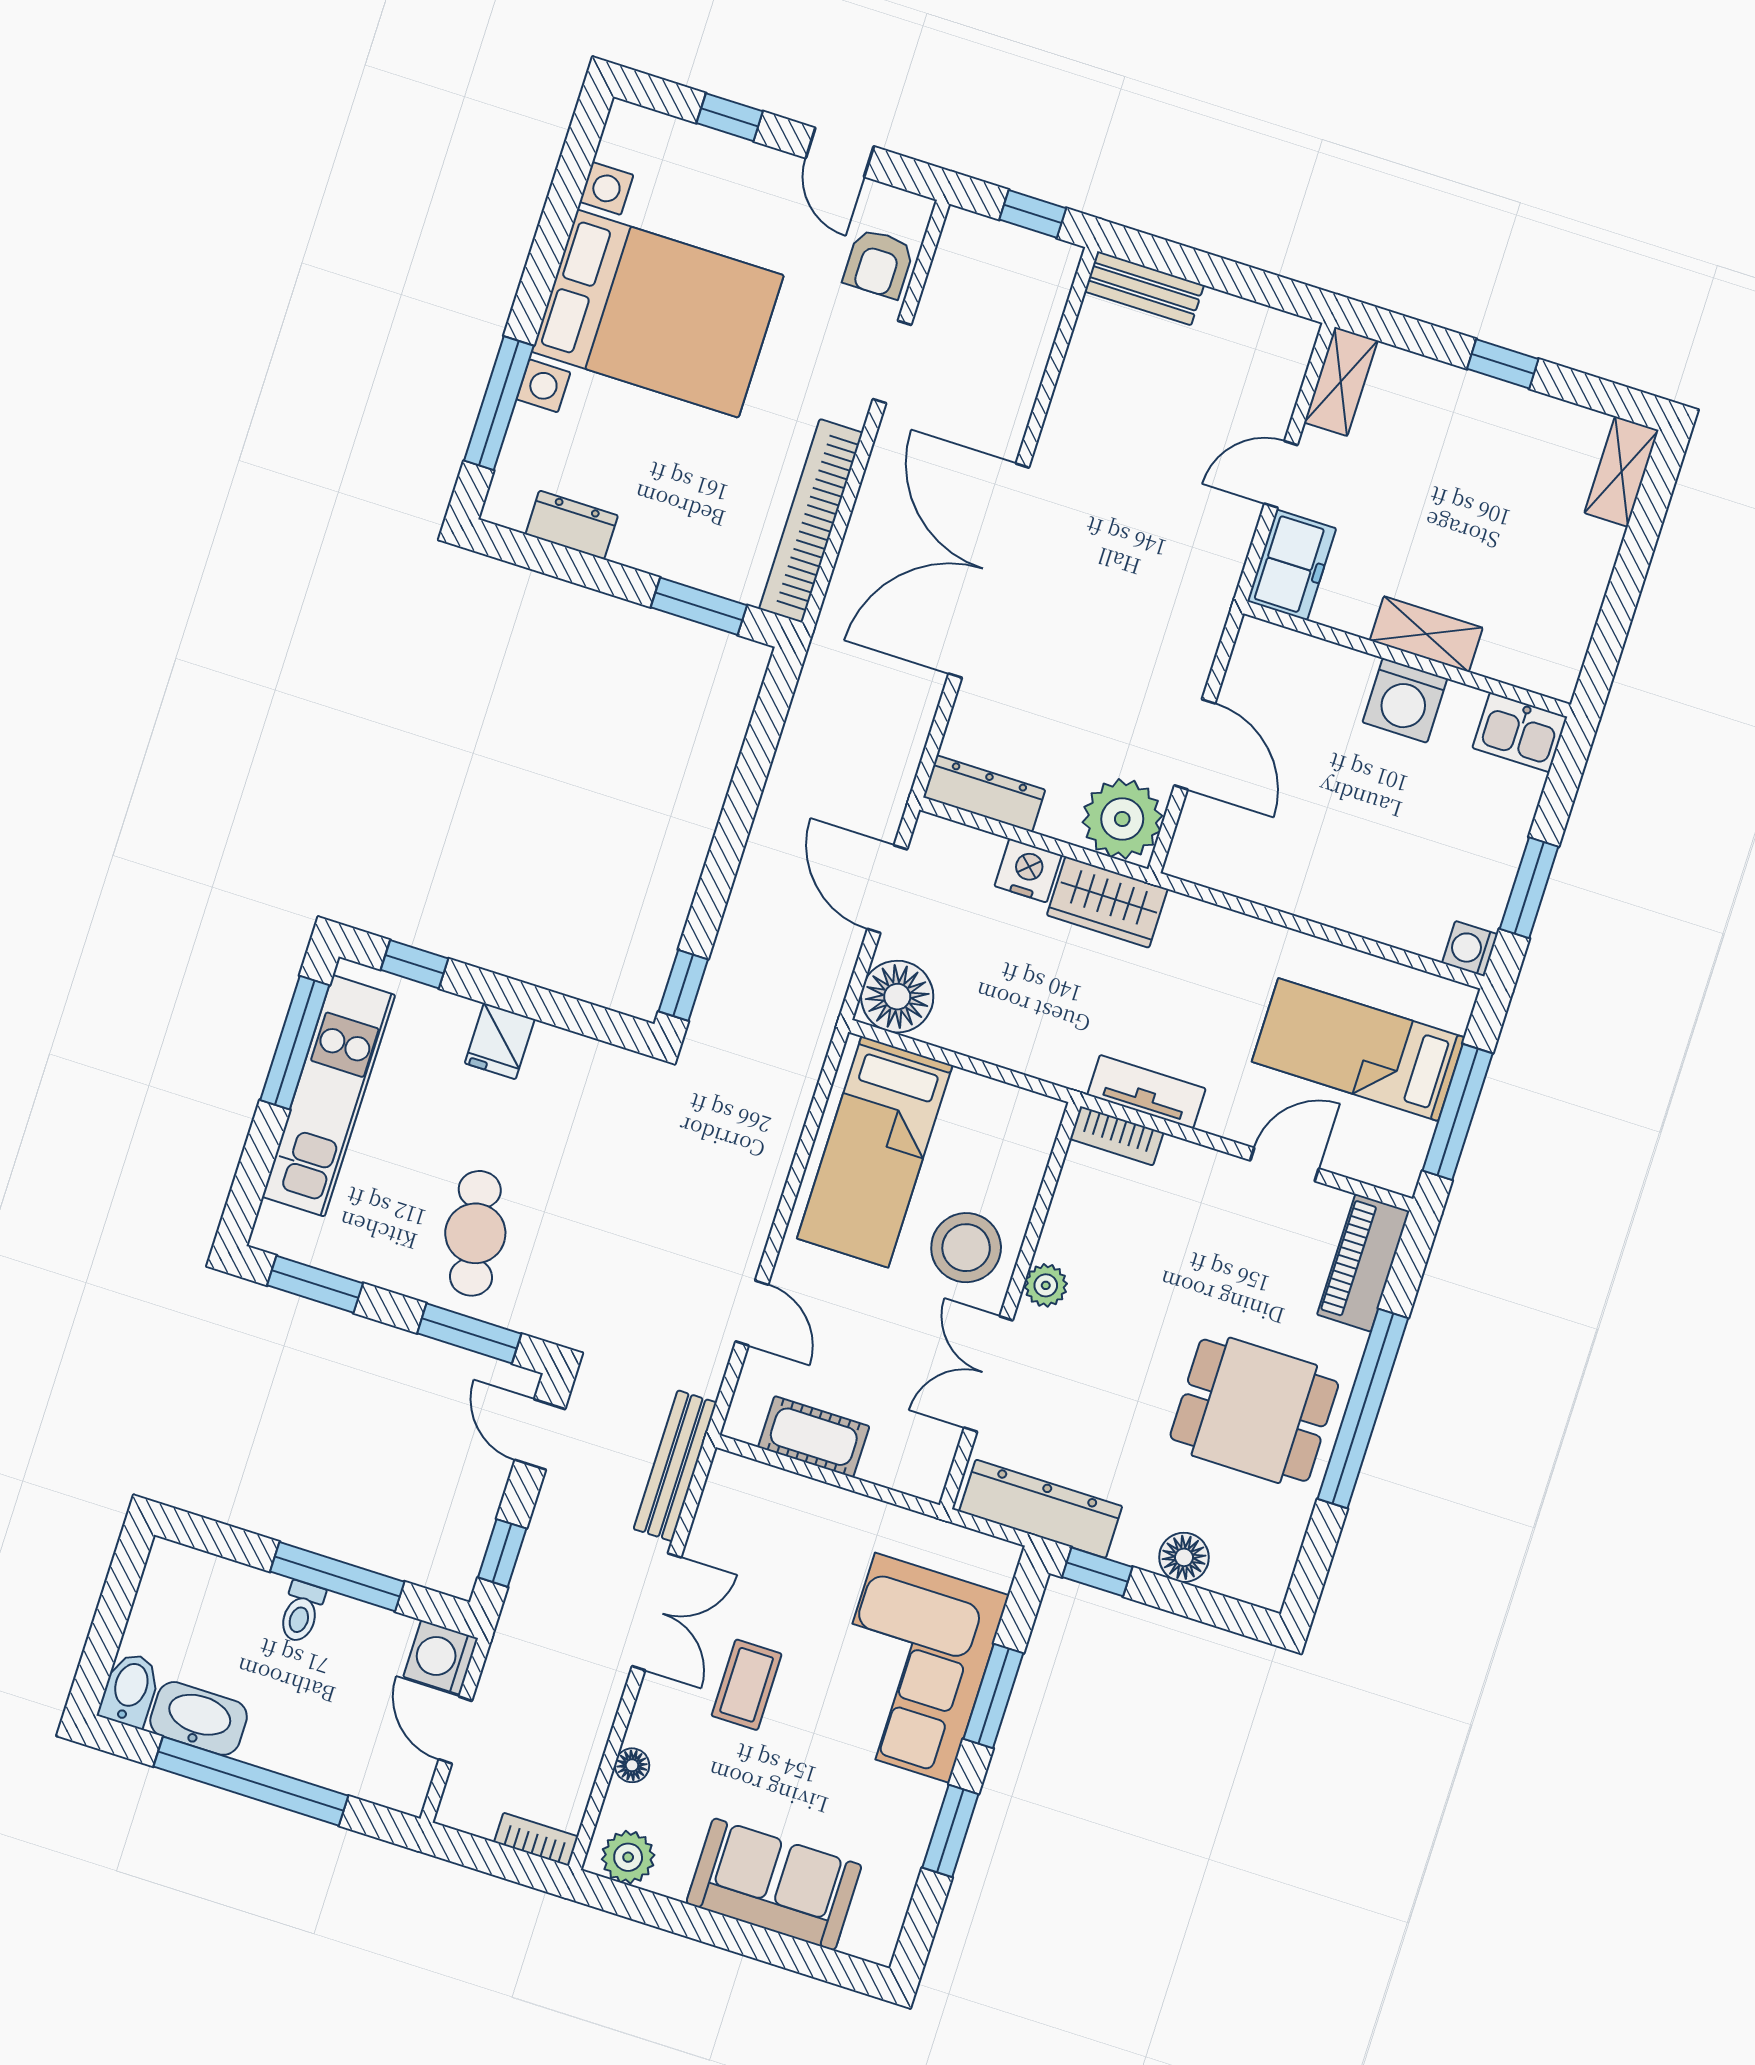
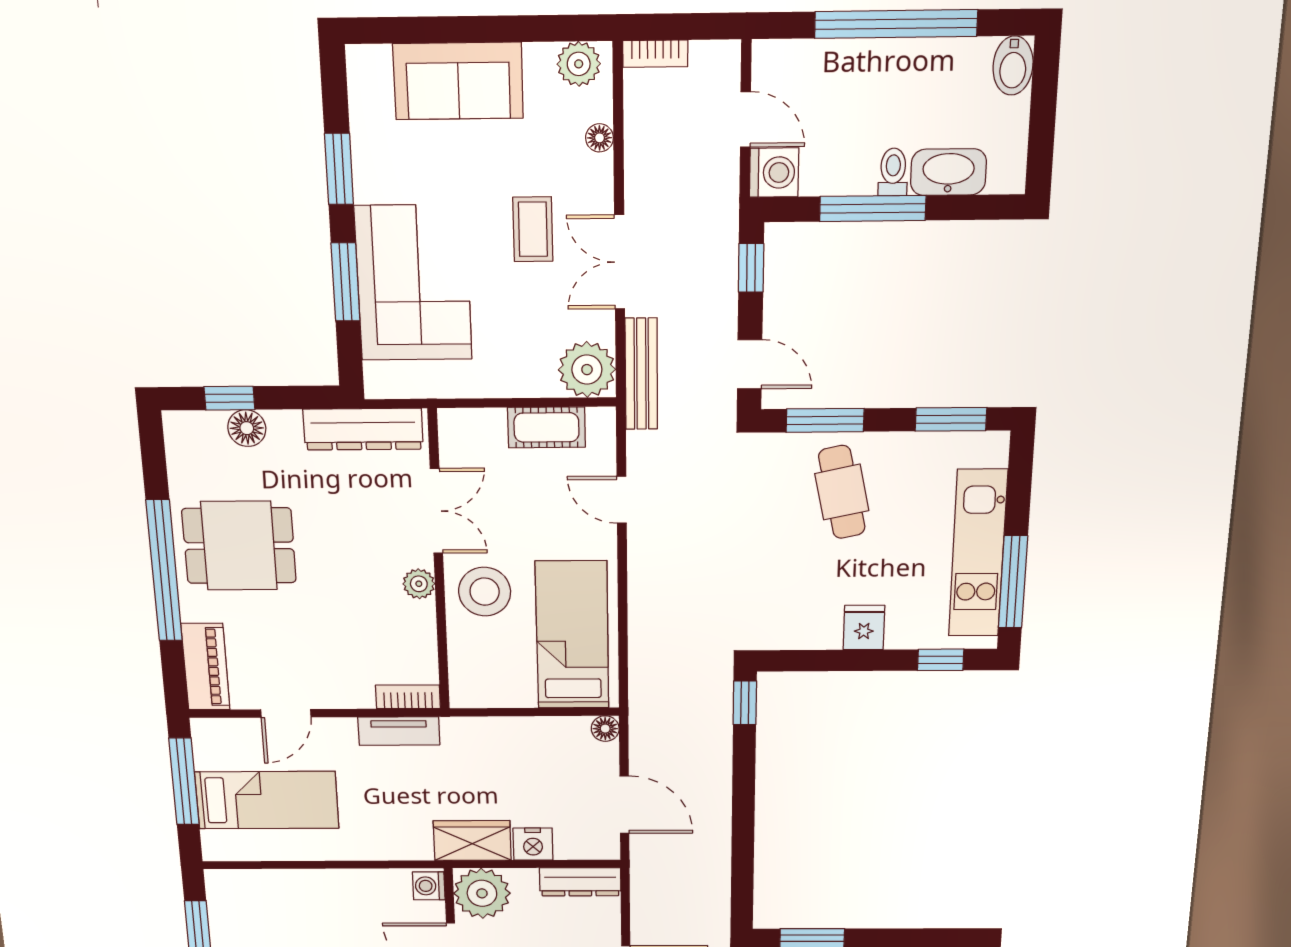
washing machine: (1470, 949) -> (429, 886), moved, turned 180
floor lamp: (897, 997) -> (605, 729), width x0.53, depth x0.53
plant: (740, 1493) -> (587, 370), added
window: (1097, 1572) -> (229, 398), moved
washbasin: (199, 1718) -> (948, 172), moved, turned 180

